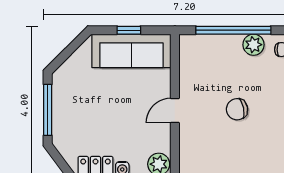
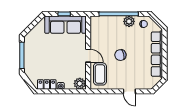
door: (175, 111) -> (88, 56), swing flipped
coffee table: (198, 146) -> (100, 74), added

